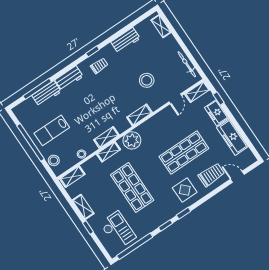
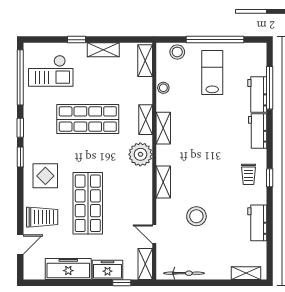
trolley: (211, 175) -> (42, 217), turned -90

